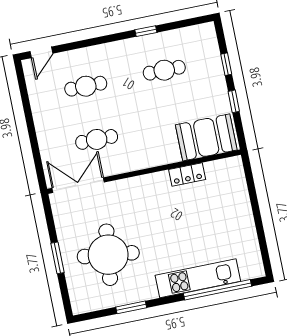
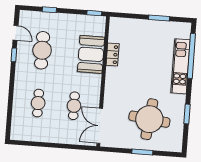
door: (41, 52) -> (16, 33), moved
cafe table: (164, 70) -> (42, 50), width x1.37, depth x1.35
window: (234, 101) -> (94, 13), moved
booth: (206, 137) -> (91, 54), moved
window: (259, 227) -> (159, 18), added

